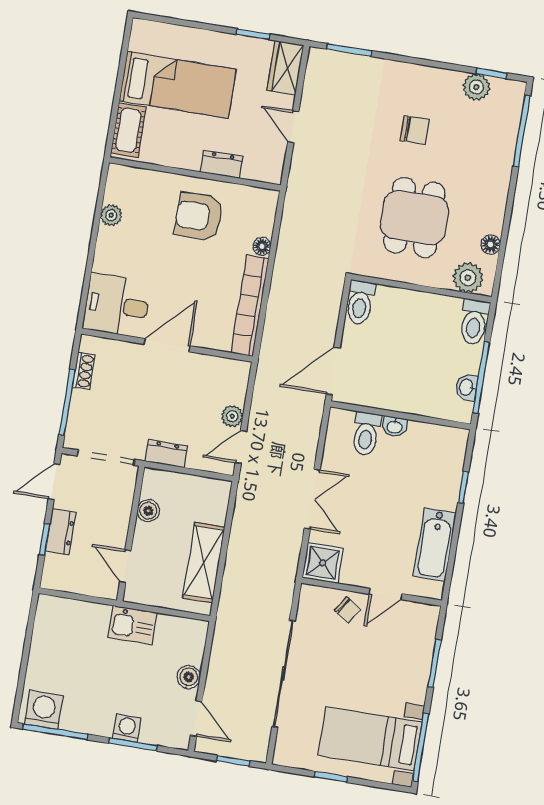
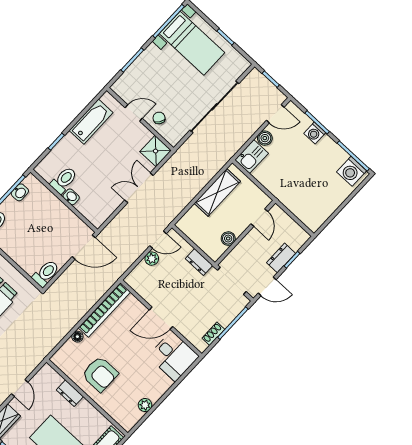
toilet: (366, 434) -> (64, 180), moved
kitchen sink: (132, 625) -> (252, 157), moved, turned 90
door: (196, 719) -> (275, 114), swing flipped

